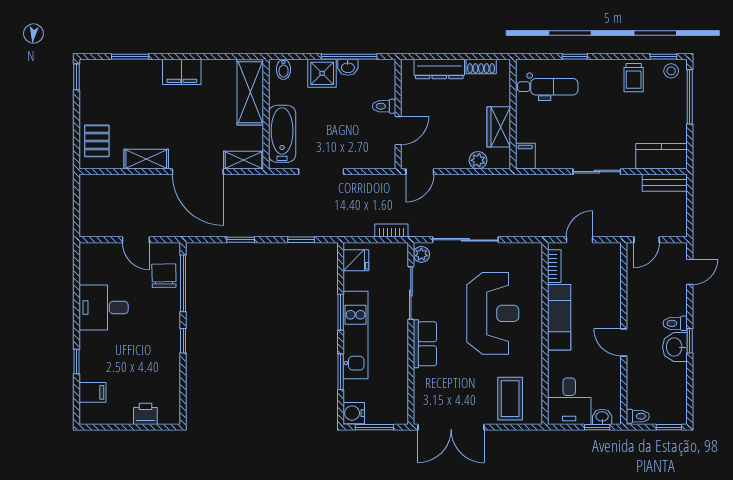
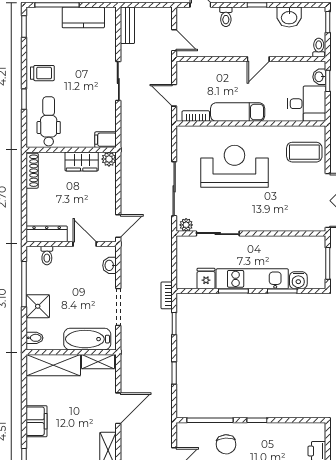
washbasin: (348, 67) -> (110, 265), moved, turned 180
shoe rack: (481, 67) -> (32, 171), width x1.43
dresser: (439, 69) -> (47, 234), moved, turned -90
stool: (671, 71) -> (36, 20), removed
trolley: (634, 78) -> (42, 73), moved
toilet: (384, 106) -> (47, 255), moved
kitchen counter: (662, 156) -> (83, 17), moved, turned -90
shelving: (244, 160) -> (98, 362), moved, turned 90
plant: (478, 160) -> (109, 159), moved
door: (198, 172) -> (118, 408), width x0.73
door: (420, 172) -> (118, 226), hinge flipped
bookcase: (391, 231) -> (167, 295), moved
fridge: (356, 260) -> (206, 279), moved
chair: (164, 276) -> (226, 444), moved, turned -92
toilet: (675, 323) -> (226, 17), moved
row of seats: (425, 344) -> (259, 222), removed
washbasin: (675, 347) -> (289, 17), moved
water cooler: (354, 413) -> (298, 280), moved

